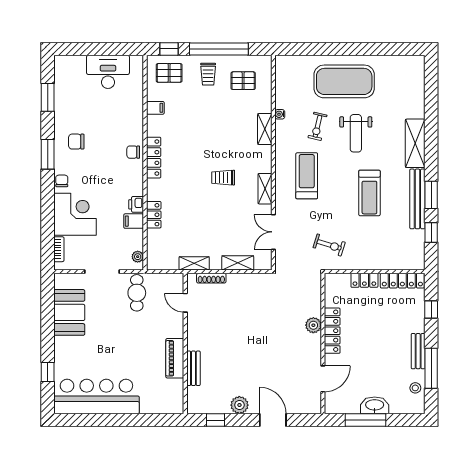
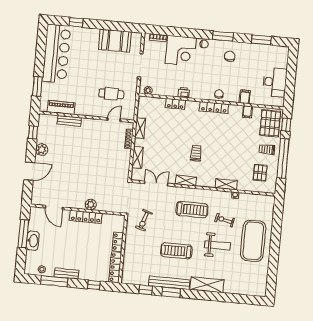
pallet: (169, 73) -> (270, 123), width x1.50, depth x1.42
weight bench: (356, 133) -> (217, 245), turned 180
filing cabinet: (134, 221) -> (245, 97), moved
cafe table: (137, 293) -> (111, 94), moved
piano: (175, 358) -> (61, 107), moved
window: (147, 420) -> (37, 86), added

